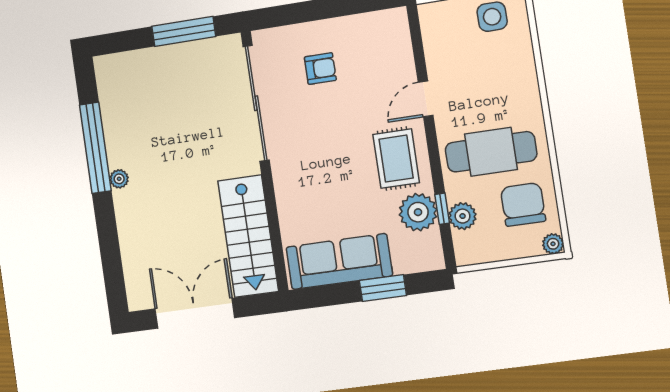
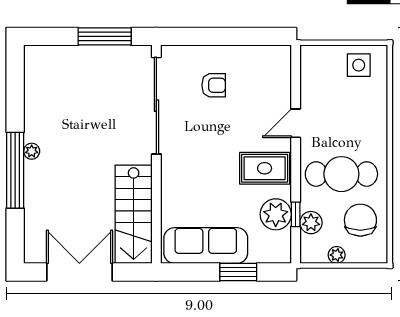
window: (95, 148) -> (15, 170), moved
rug: (396, 159) -> (265, 168), turned 90
plant: (553, 244) -> (337, 255), moved

